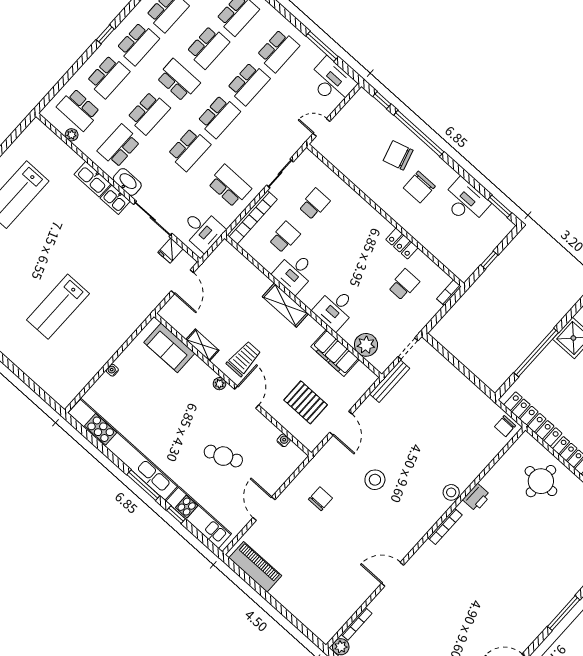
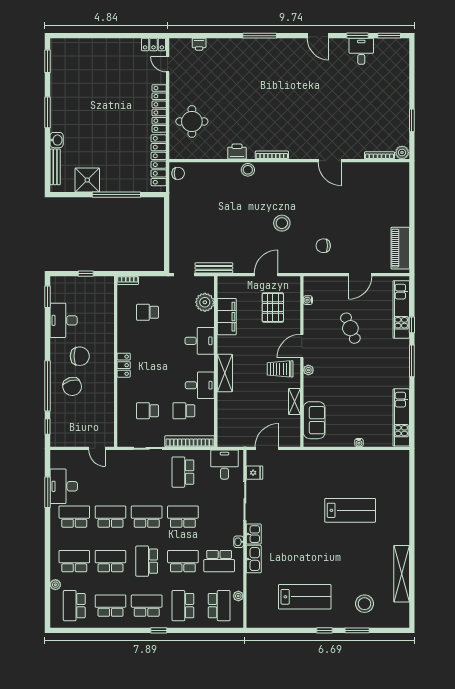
school desk: (108, 77) -> (183, 606), turned -90
desk: (332, 82) -> (64, 486), moved
washbasin: (127, 182) -> (239, 542), width x0.52, depth x0.69
locker: (402, 244) -> (124, 365), moved
kitchen unit: (123, 449) -> (401, 417), width x0.54

